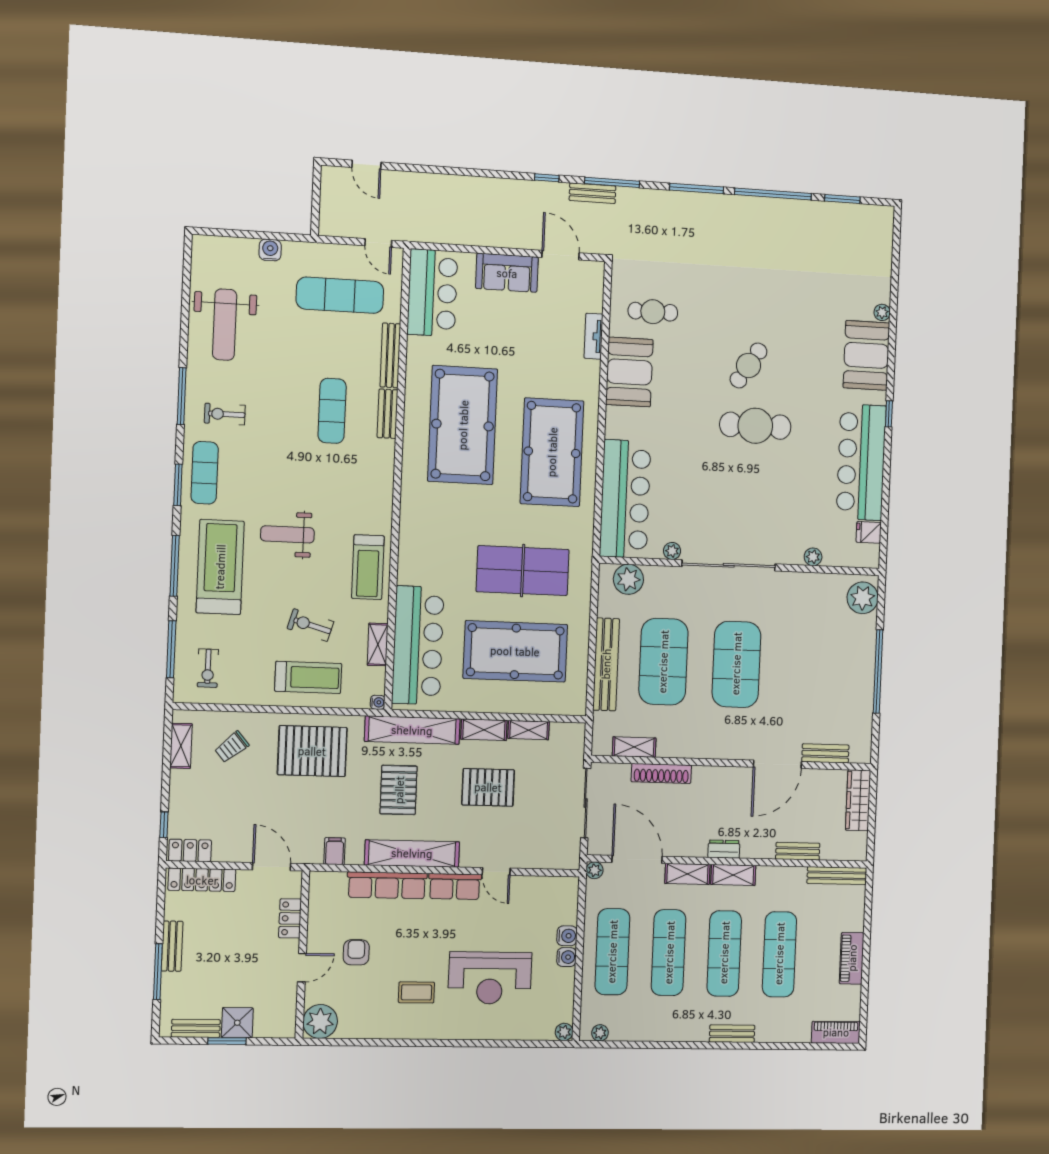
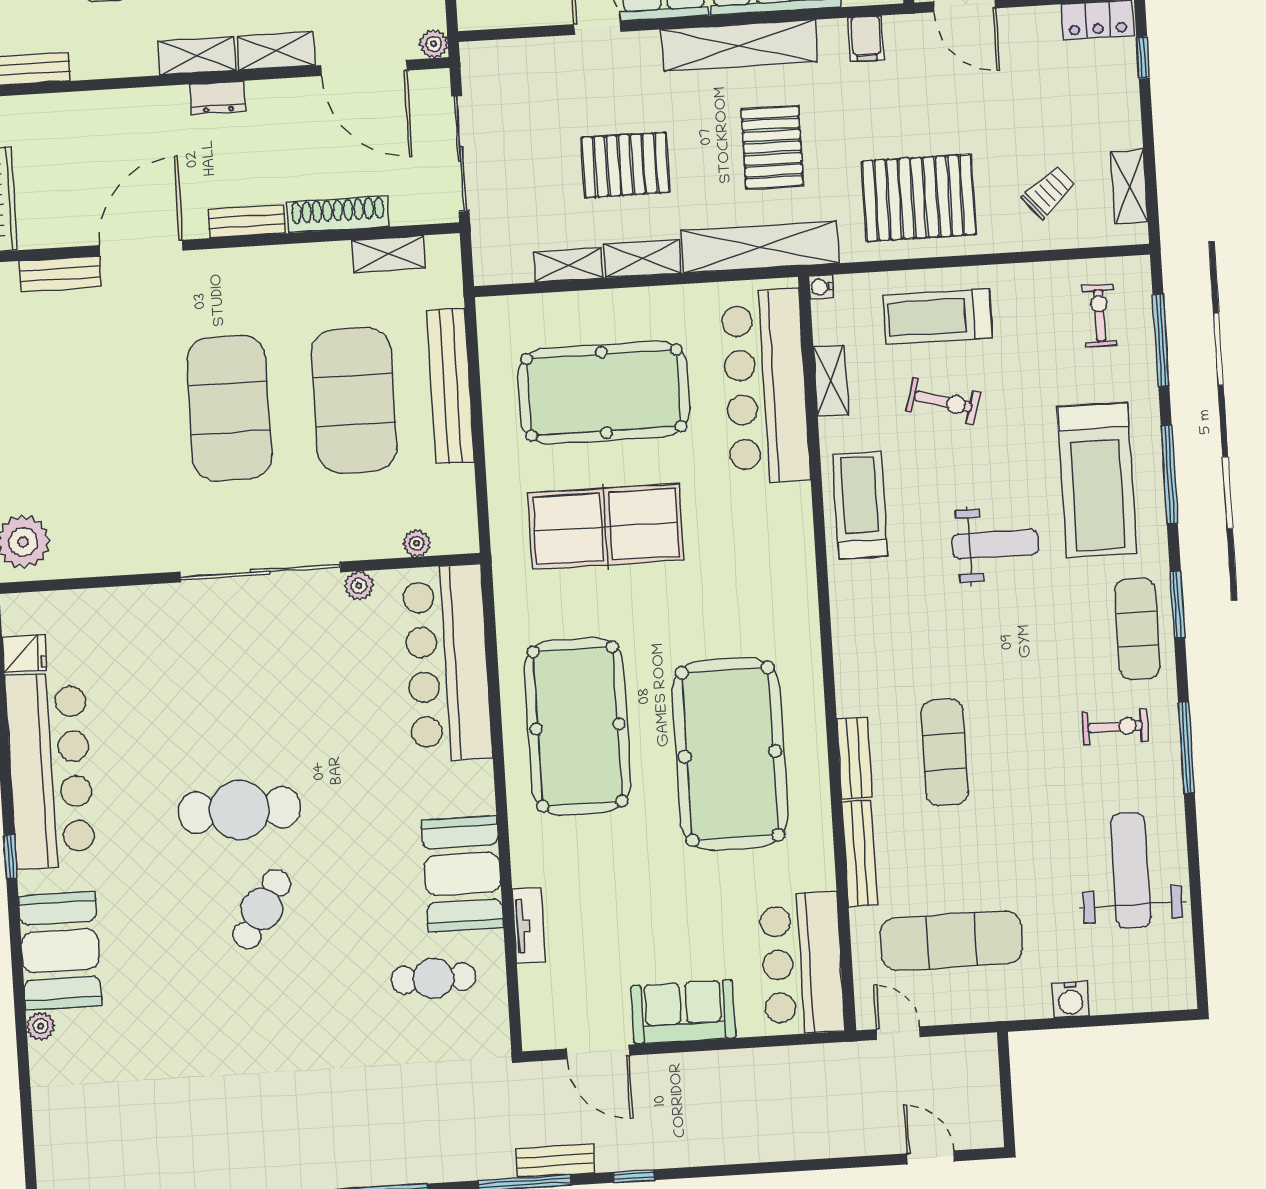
plant: (813, 557) -> (117, 602), removed
plant: (628, 579) -> (417, 543), width x0.53, depth x0.53
bench: (798, 851) -> (247, 221), moved

